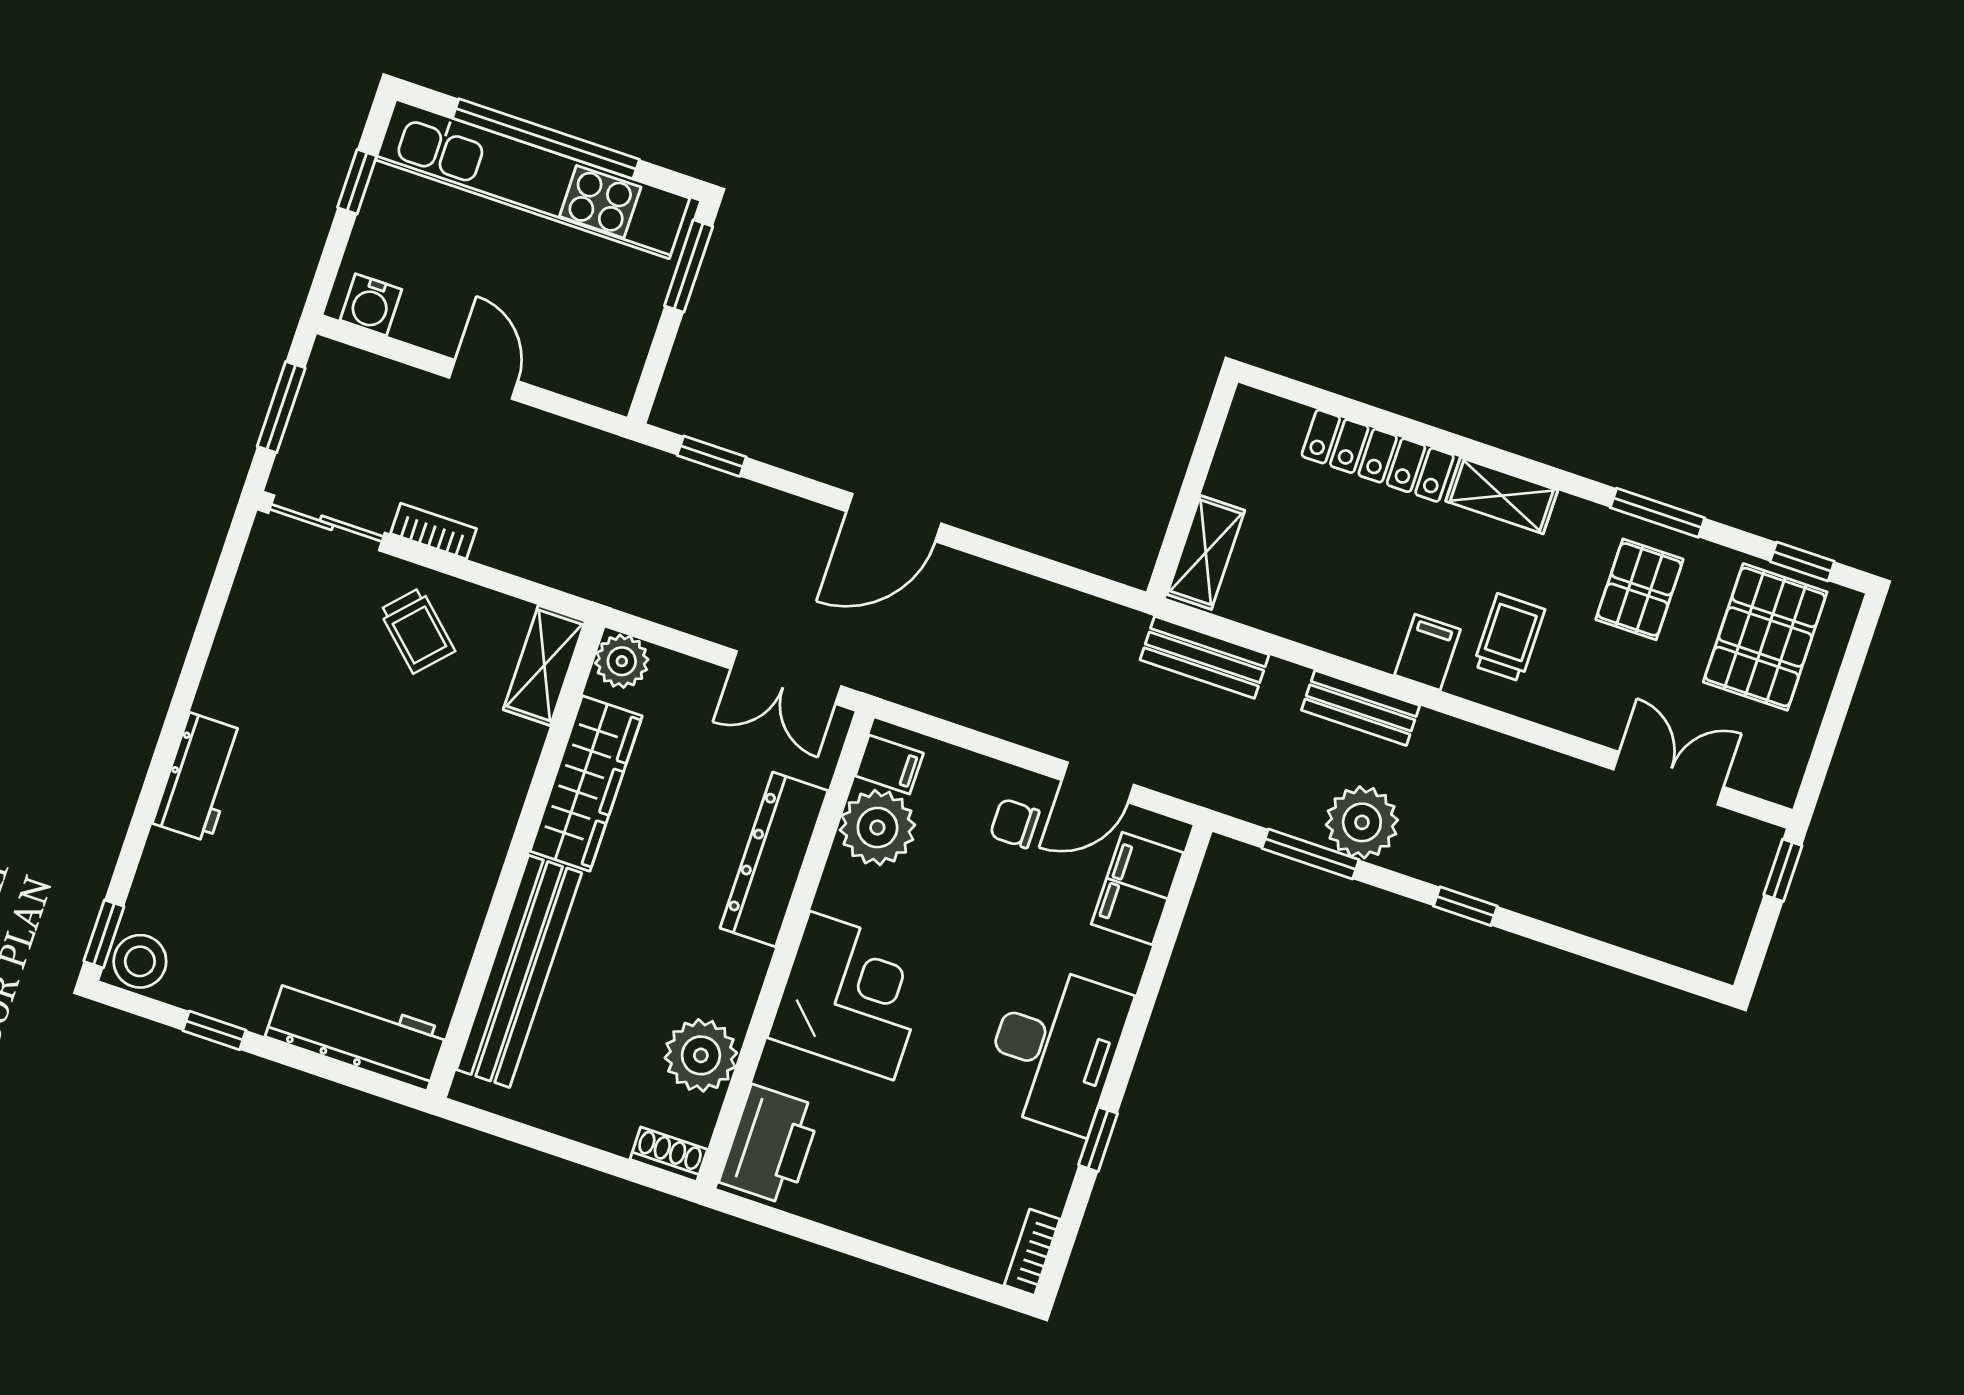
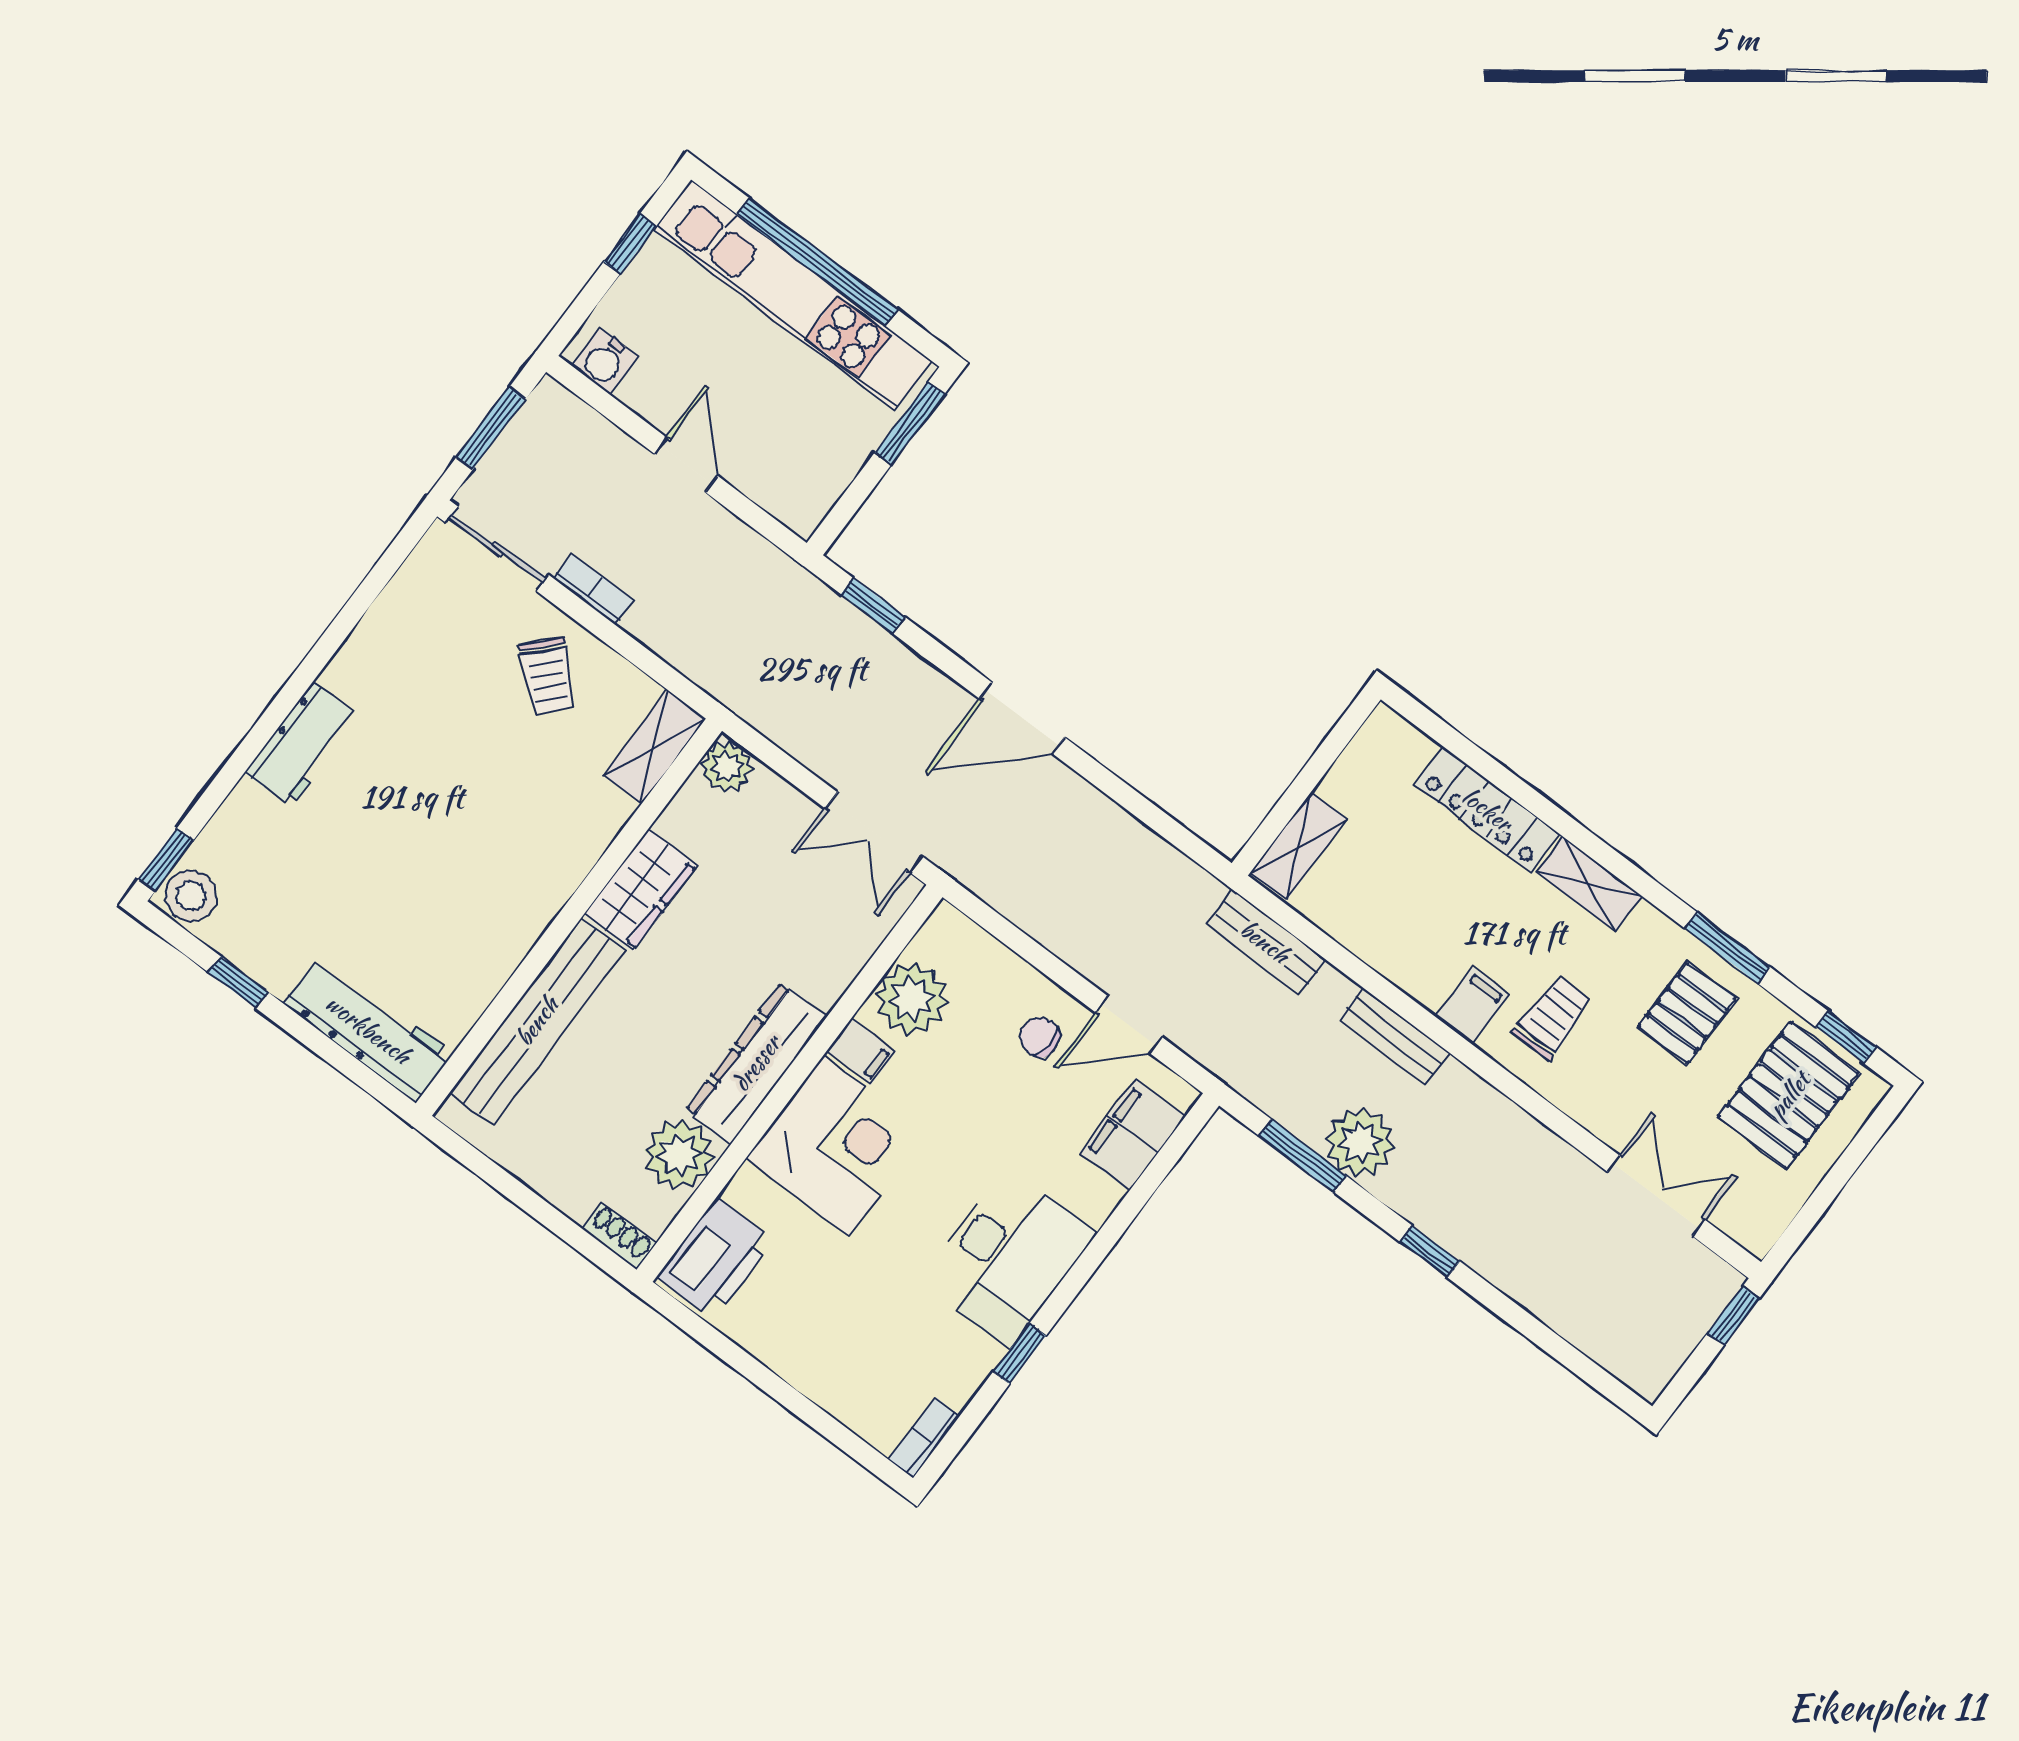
filing cabinet: (889, 765) -> (861, 1052), moved
wardrobe: (586, 783) -> (641, 890), width x0.67
dresser: (774, 859) -> (756, 1063), moved

